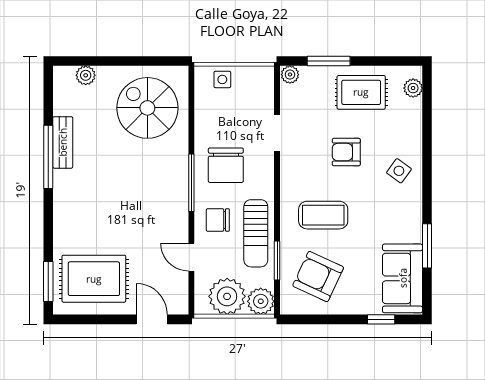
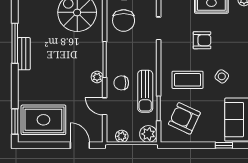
bench: (63, 142) -> (24, 54), moved
armchair: (346, 152) -> (202, 40), turned 180
chair: (226, 165) -> (124, 21), moved
side table: (399, 171) -> (222, 76), moved
plant: (179, 211) -> (97, 77), added
plant: (227, 296) -> (122, 136), width x0.53, depth x0.53

